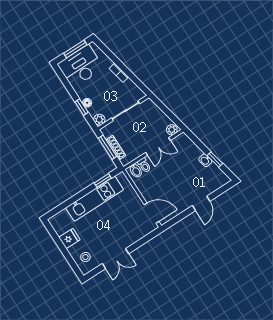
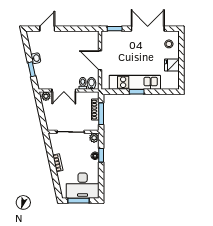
double door: (158, 146) -> (64, 91), swing flipped
window: (215, 159) -> (32, 69), moved
window: (103, 180) -> (137, 92), moved
door: (201, 203) -> (47, 29), moved
door: (151, 213) -> (100, 60), moved
window: (147, 238) -> (115, 29), added
double door: (115, 259) -> (148, 29), width x1.37

